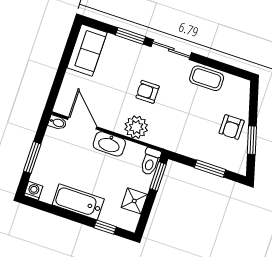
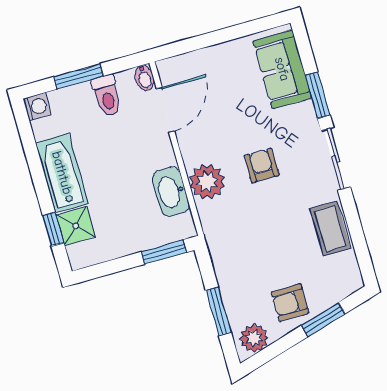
sofa: (87, 50) -> (282, 69), moved, turned 90
window: (252, 140) -> (323, 320), moved
washbasin: (109, 144) -> (171, 192), moved
plant: (237, 159) -> (254, 338), added
toilet: (150, 161) -> (107, 96), moved, turned -90
shower: (134, 201) -> (76, 226), moved

